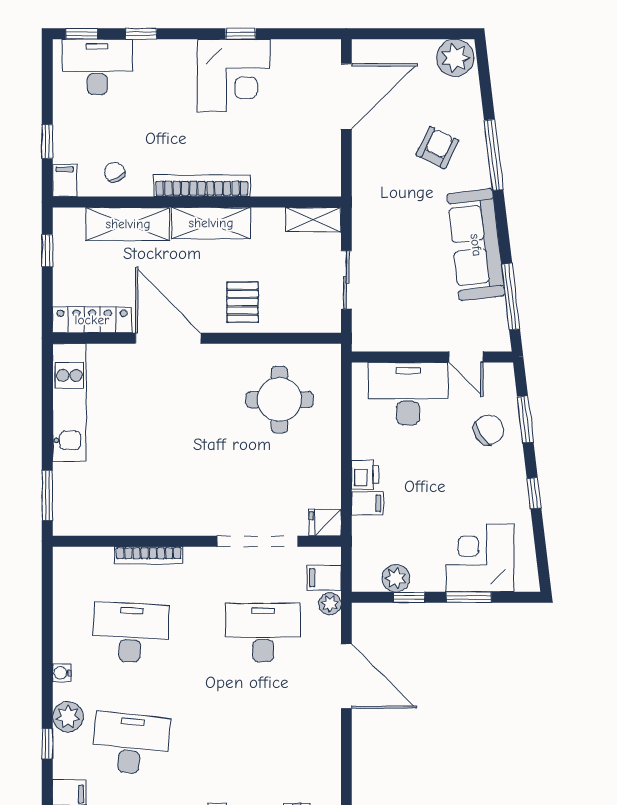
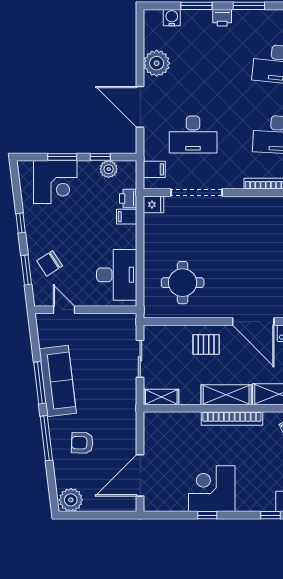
armchair: (437, 148) -> (82, 443), turned 66
window: (511, 297) -> (40, 383), moved
pallet: (242, 302) -> (206, 345), turned 90
desk: (408, 394) -> (117, 275), moved, turned -90
printer: (365, 475) -> (128, 199), moved
plant: (330, 604) -> (157, 63), moved, width x1.88, depth x1.88

